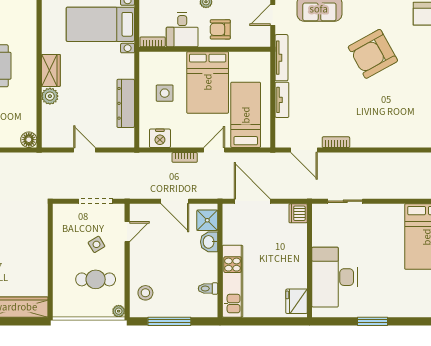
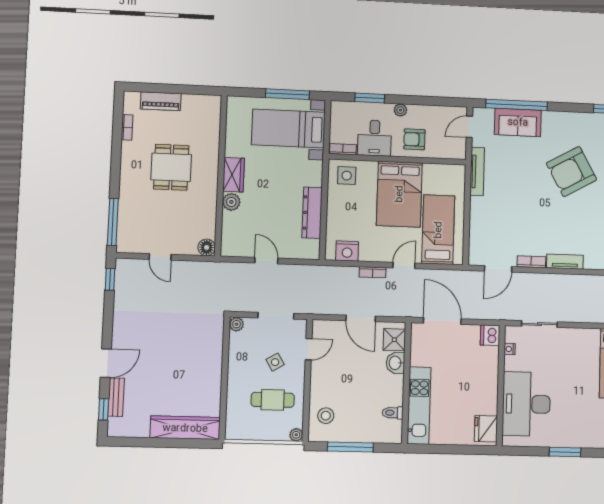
side table: (165, 93) -> (347, 176), moved
tv unit: (282, 100) -> (565, 262), moved, turned -90
door: (304, 150) -> (498, 269), hinge flipped
plant: (59, 210) -> (236, 324), added
nightstand: (317, 226) -> (510, 349), added

